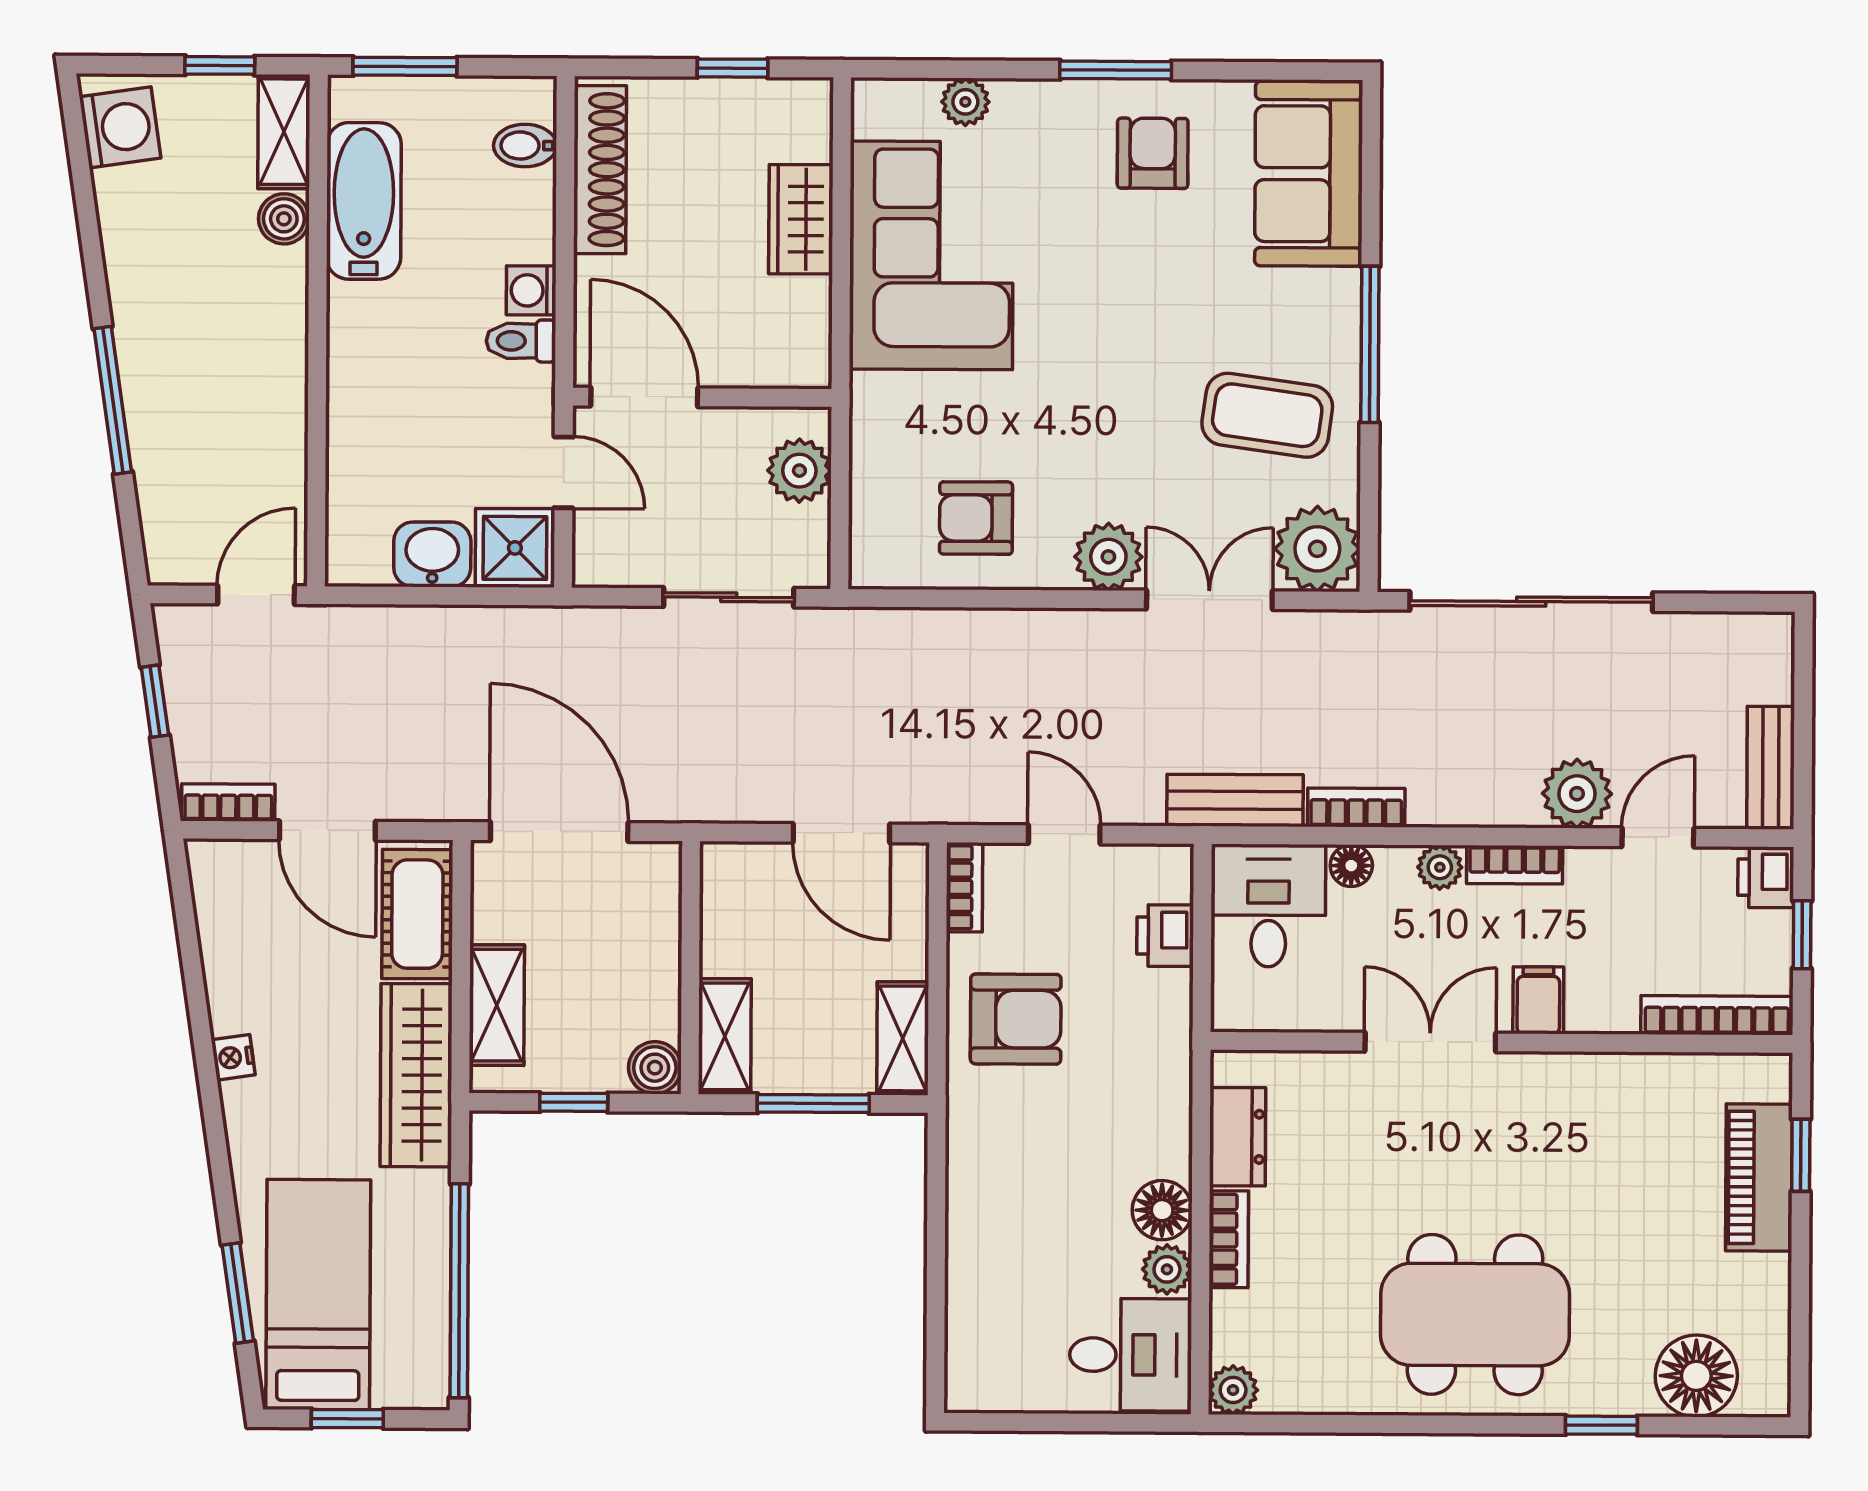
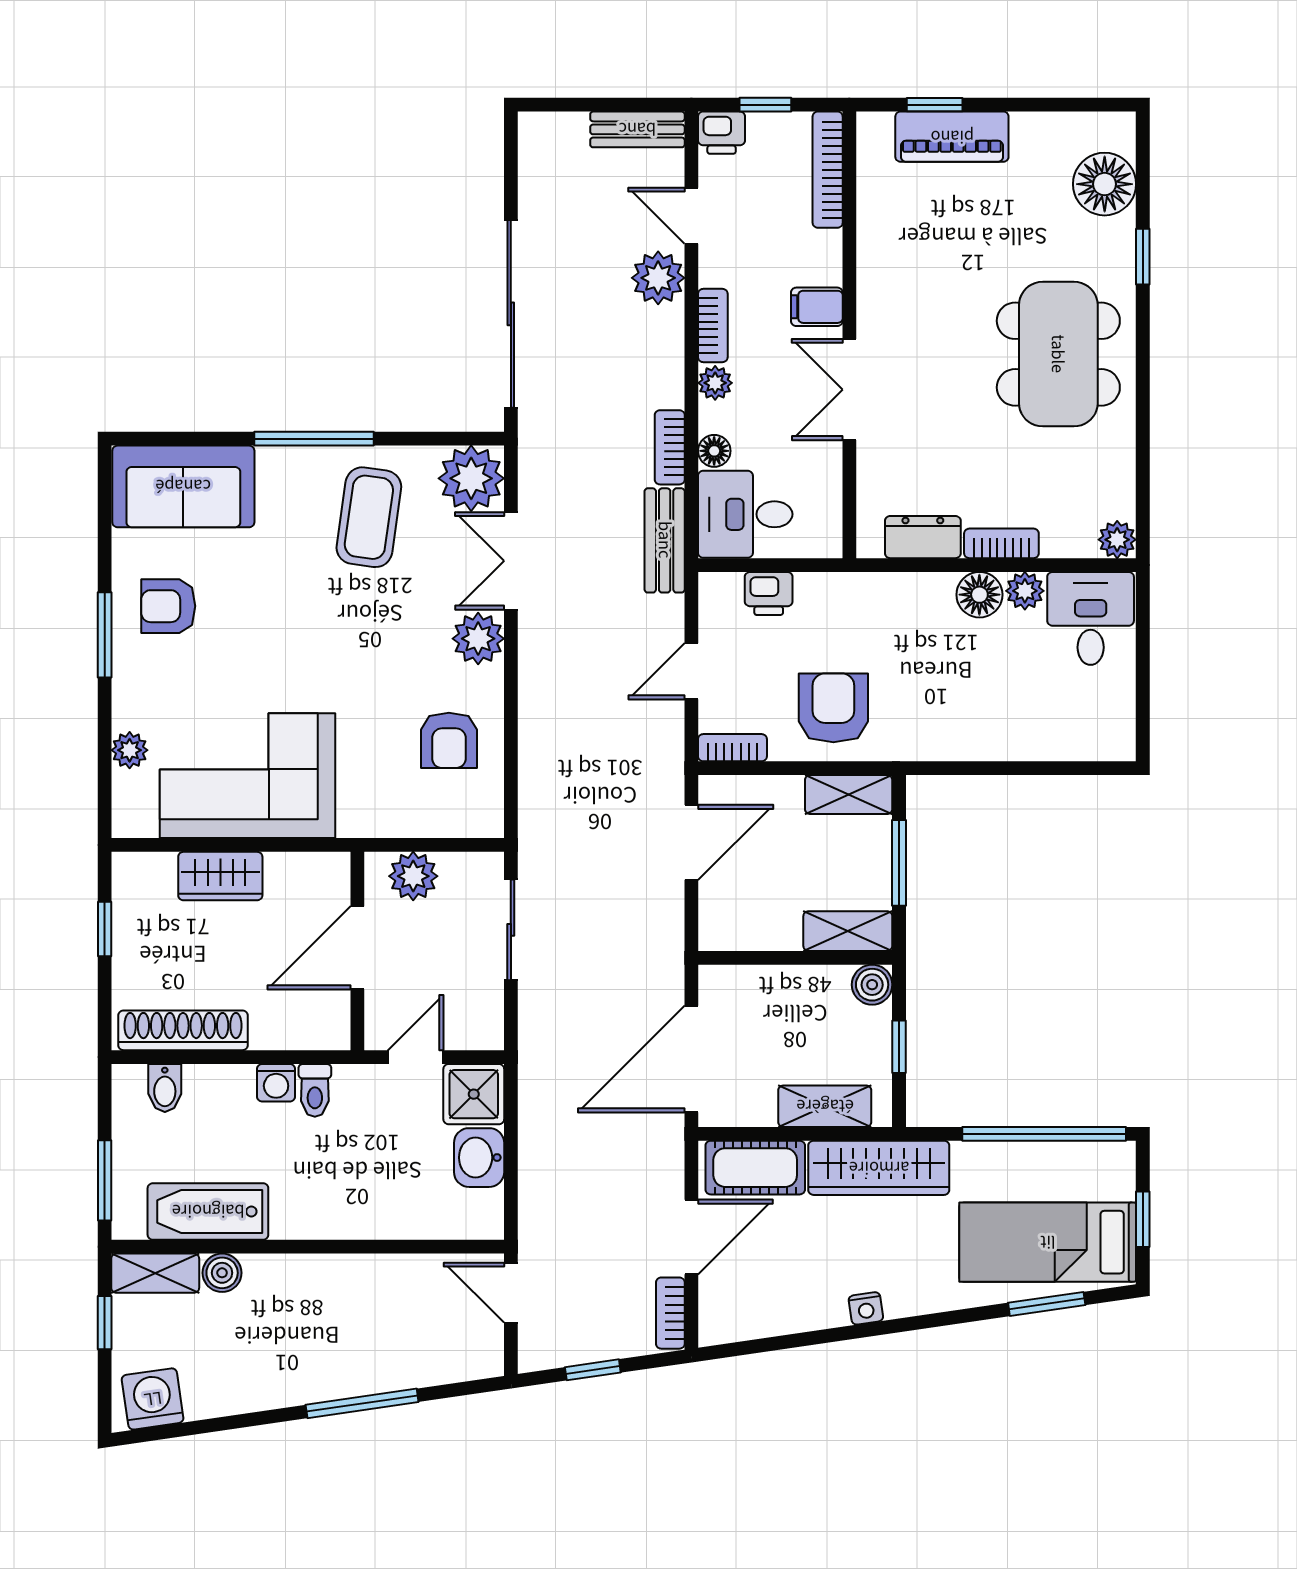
door: (644, 397) -> (357, 948), moved

